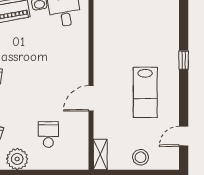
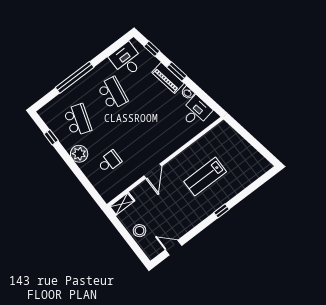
lab bench: (145, 92) -> (205, 177), moved
door: (91, 98) -> (153, 171), swing flipped

